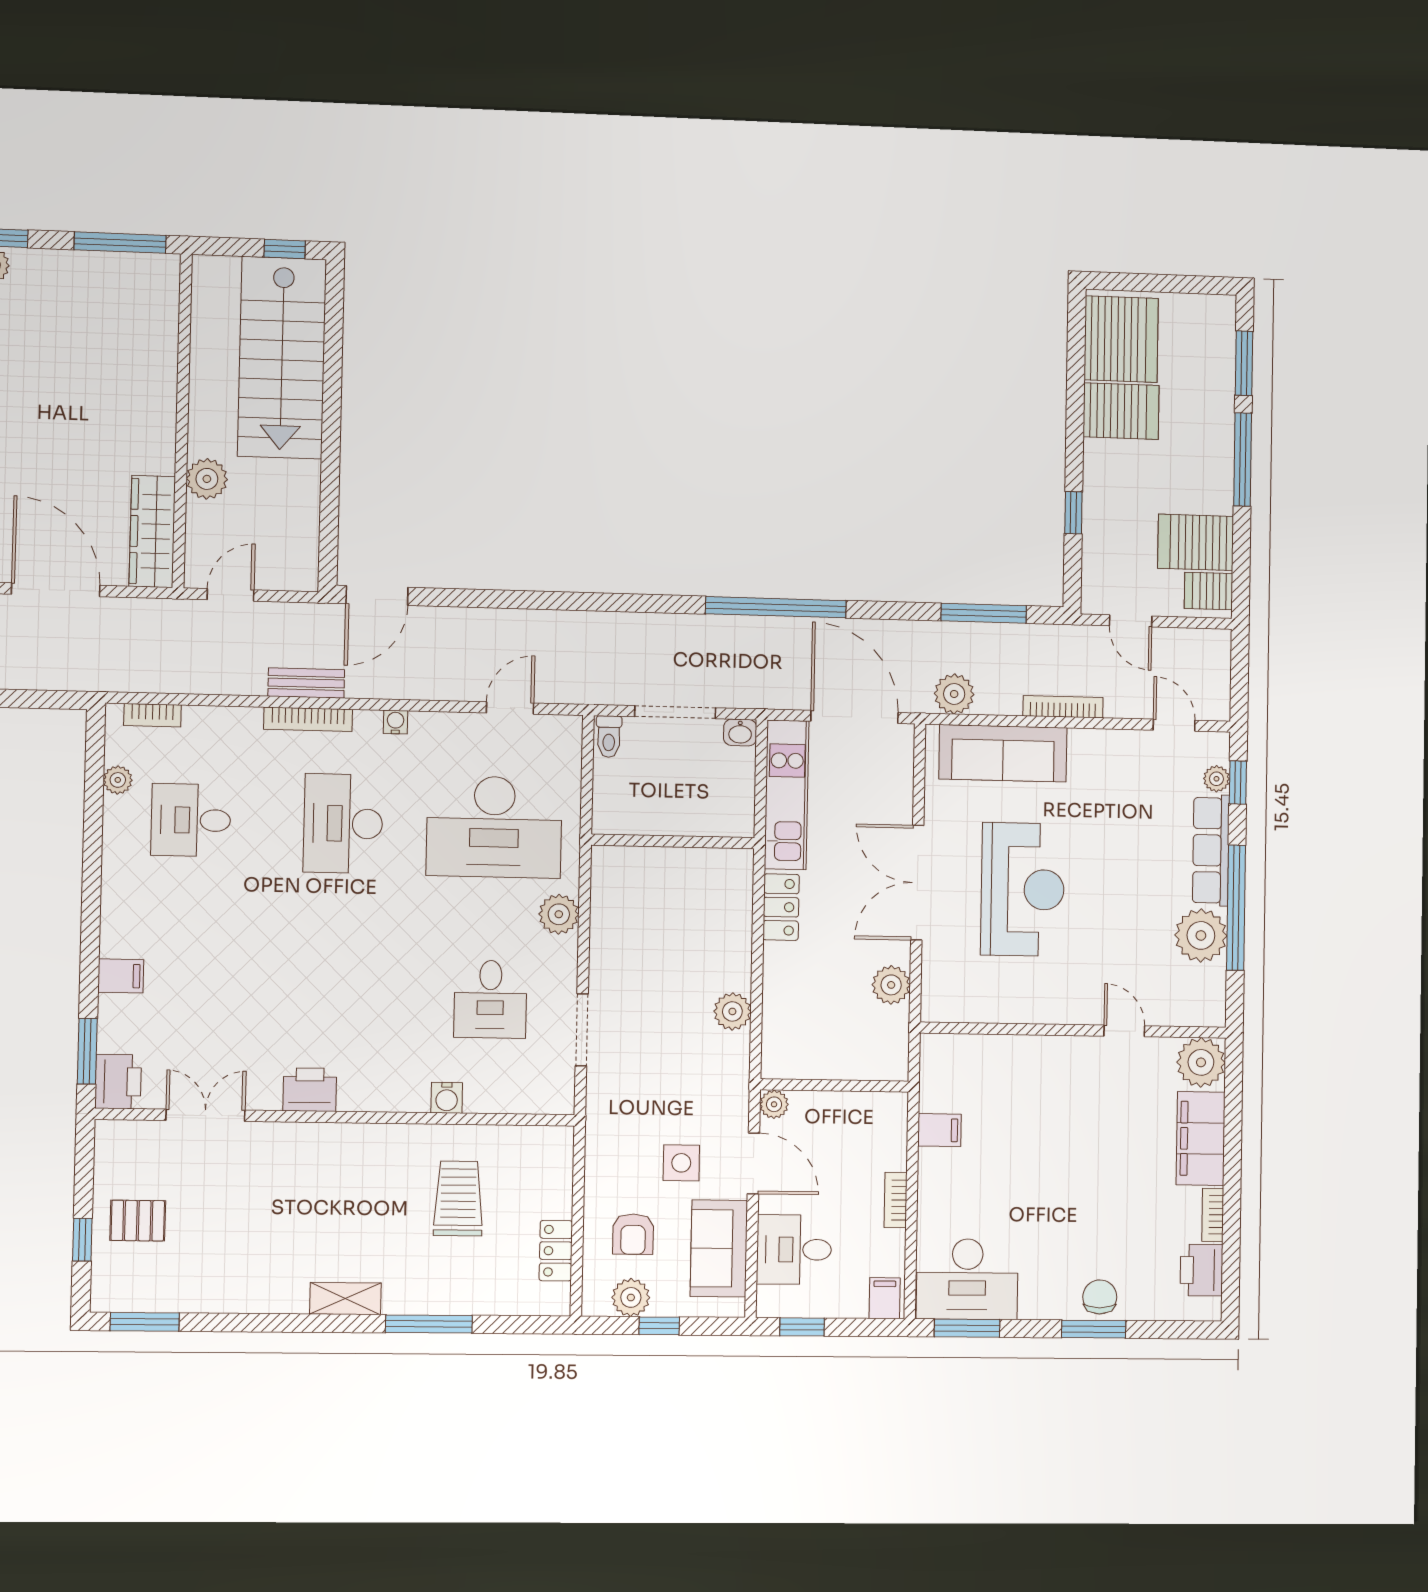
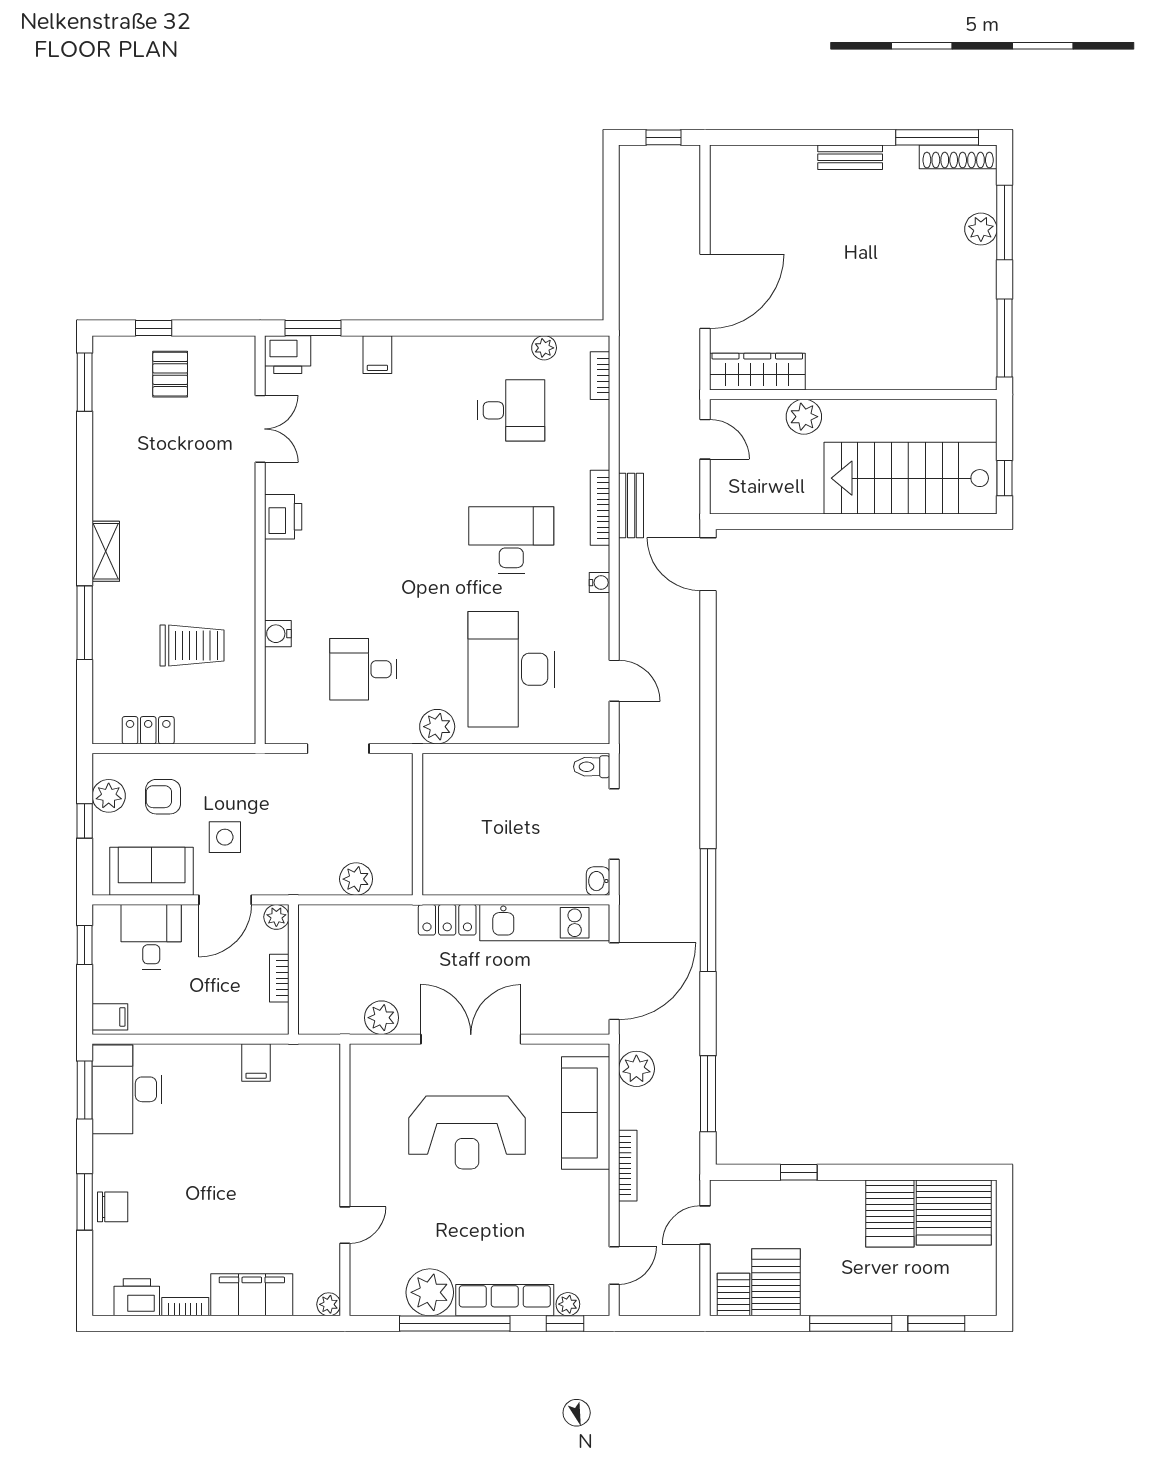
desk: (191, 820) -> (511, 410), turned 90
wall: (673, 841) -> (417, 824), moved
plant: (1201, 1062) -> (329, 1304), width x0.53, depth x0.53
bookcase: (896, 1200) -> (279, 978), moved, turned -90

